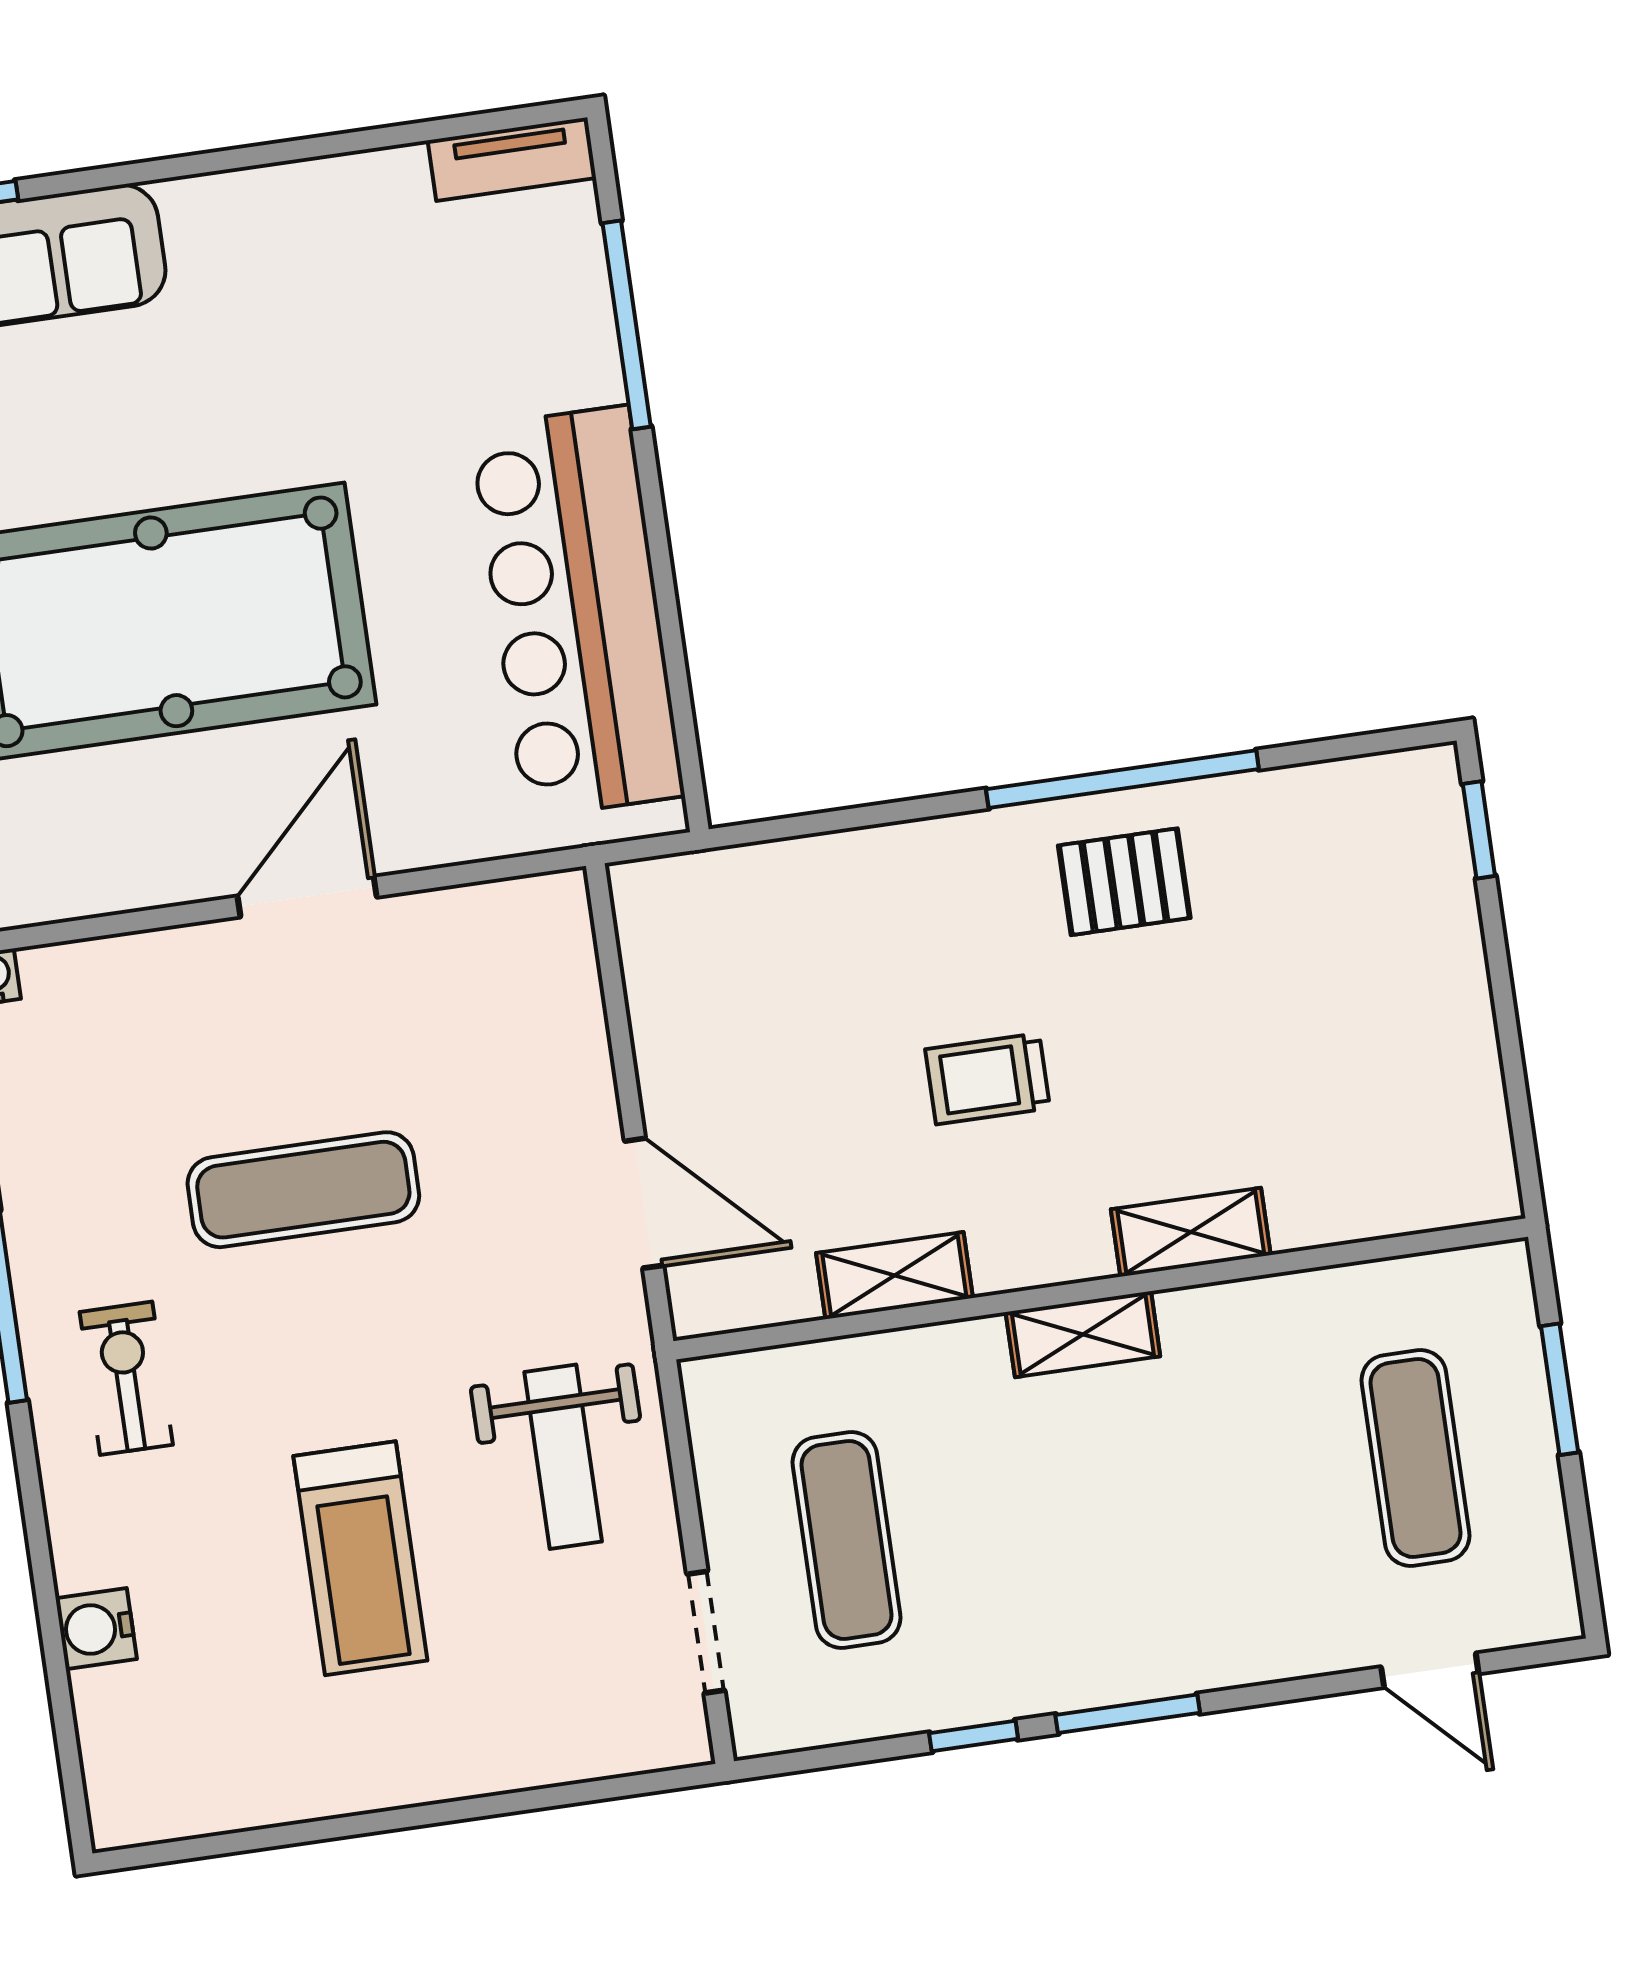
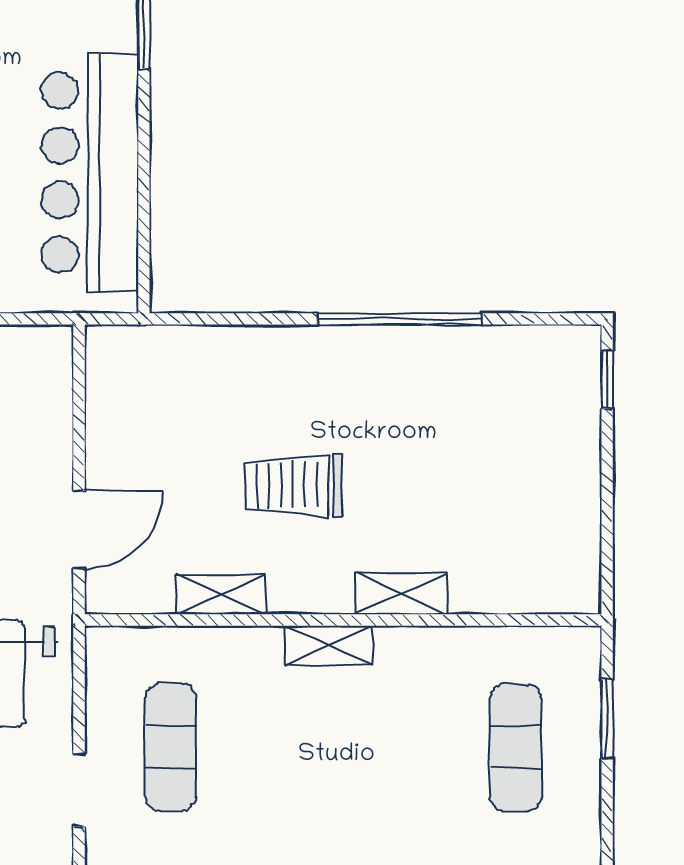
pallet: (1124, 882) -> (392, 380), removed
trolley: (988, 1079) -> (294, 485), width x1.36, depth x1.39
door: (644, 1203) -> (79, 530), hinge flipped

